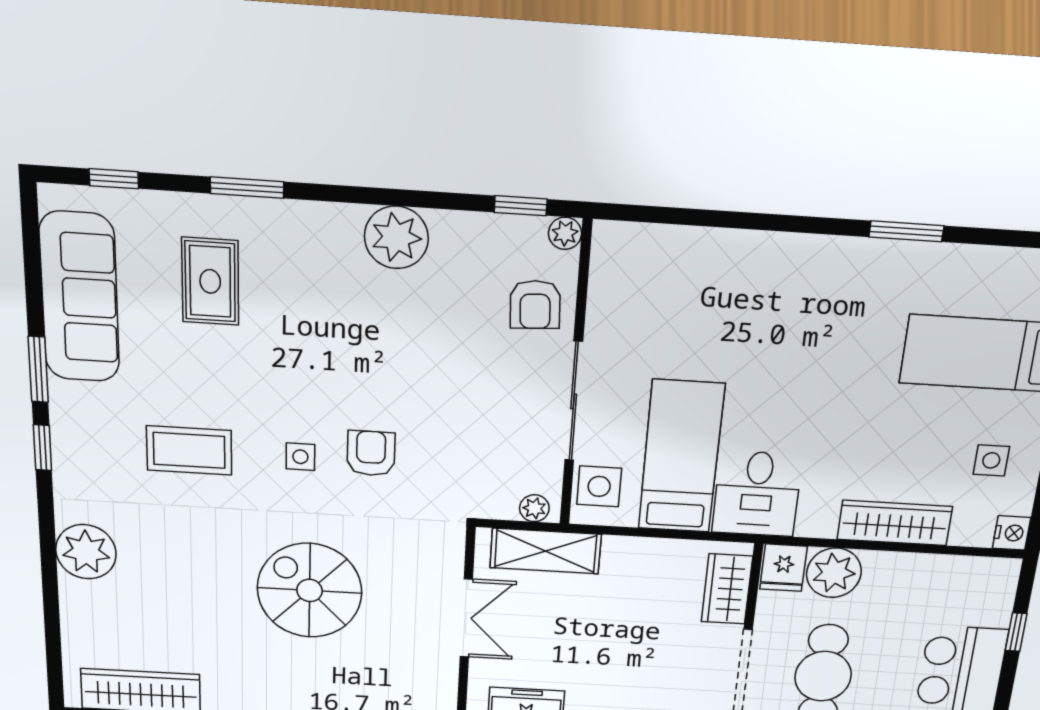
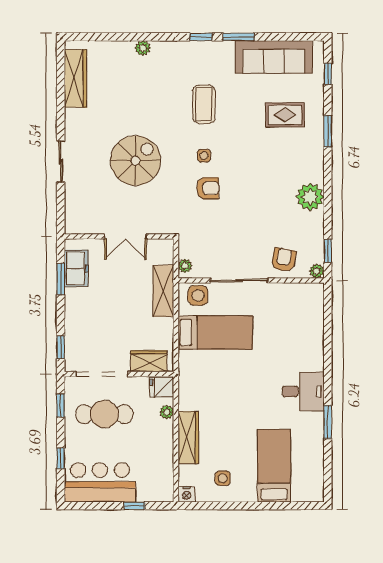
armchair: (535, 305) -> (284, 260), turned 104
desk: (757, 494) -> (303, 391), moved, turned 180
shelving: (546, 551) -> (163, 291), moved
plant: (86, 552) -> (143, 48), width x0.53, depth x0.53
plant: (834, 573) -> (167, 412), width x0.53, depth x0.53

